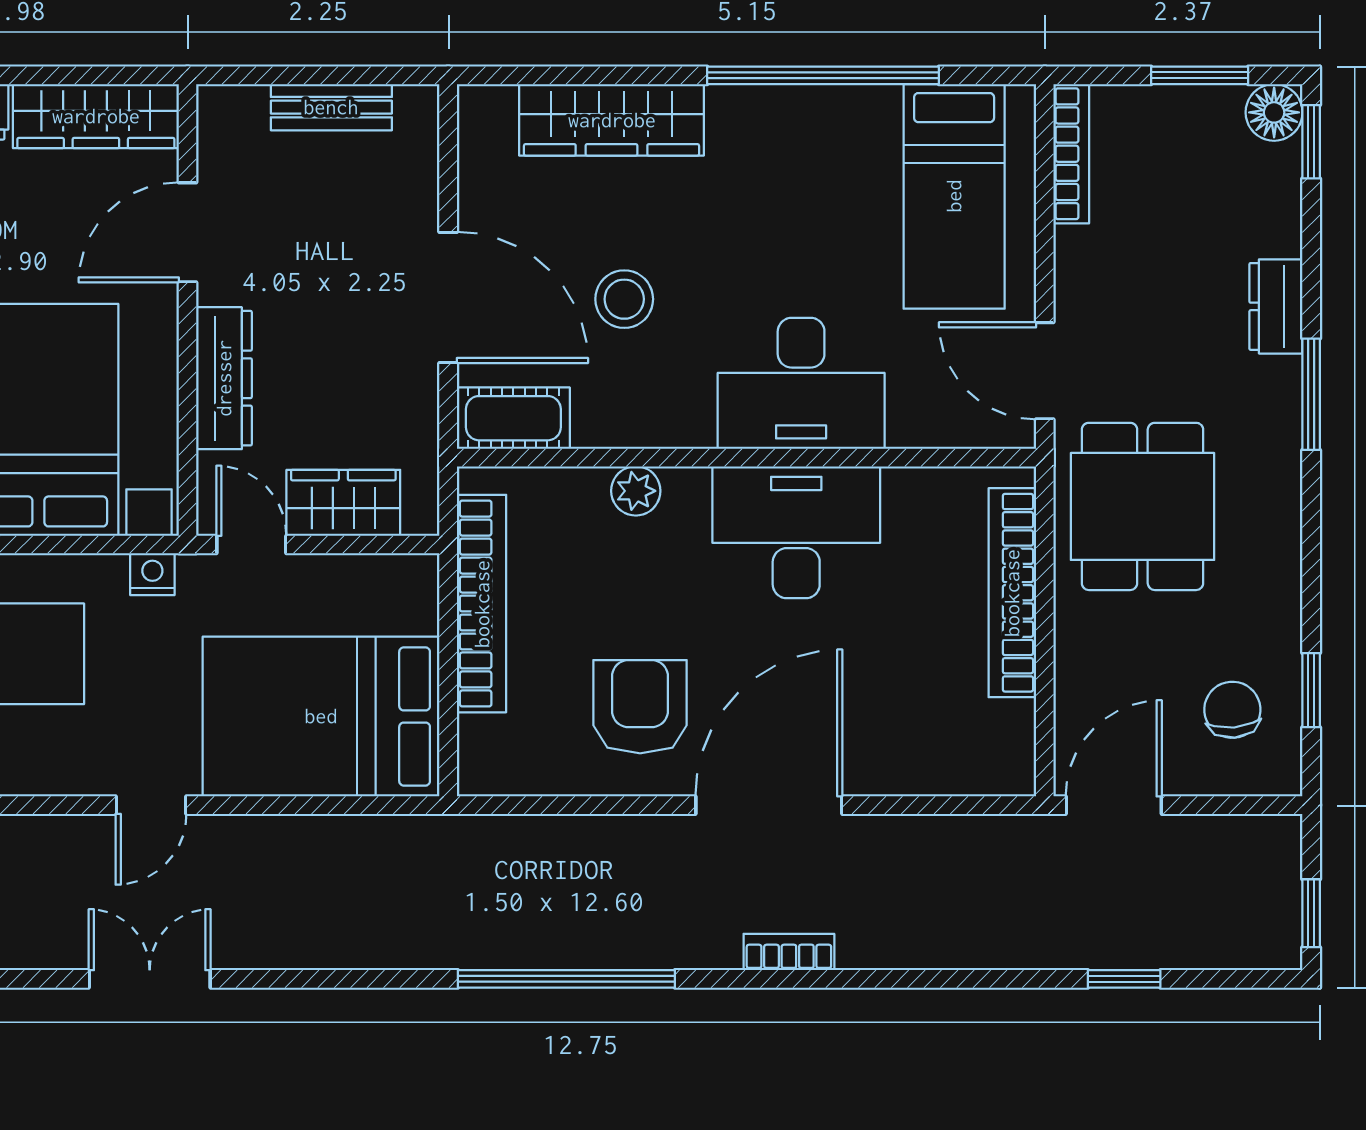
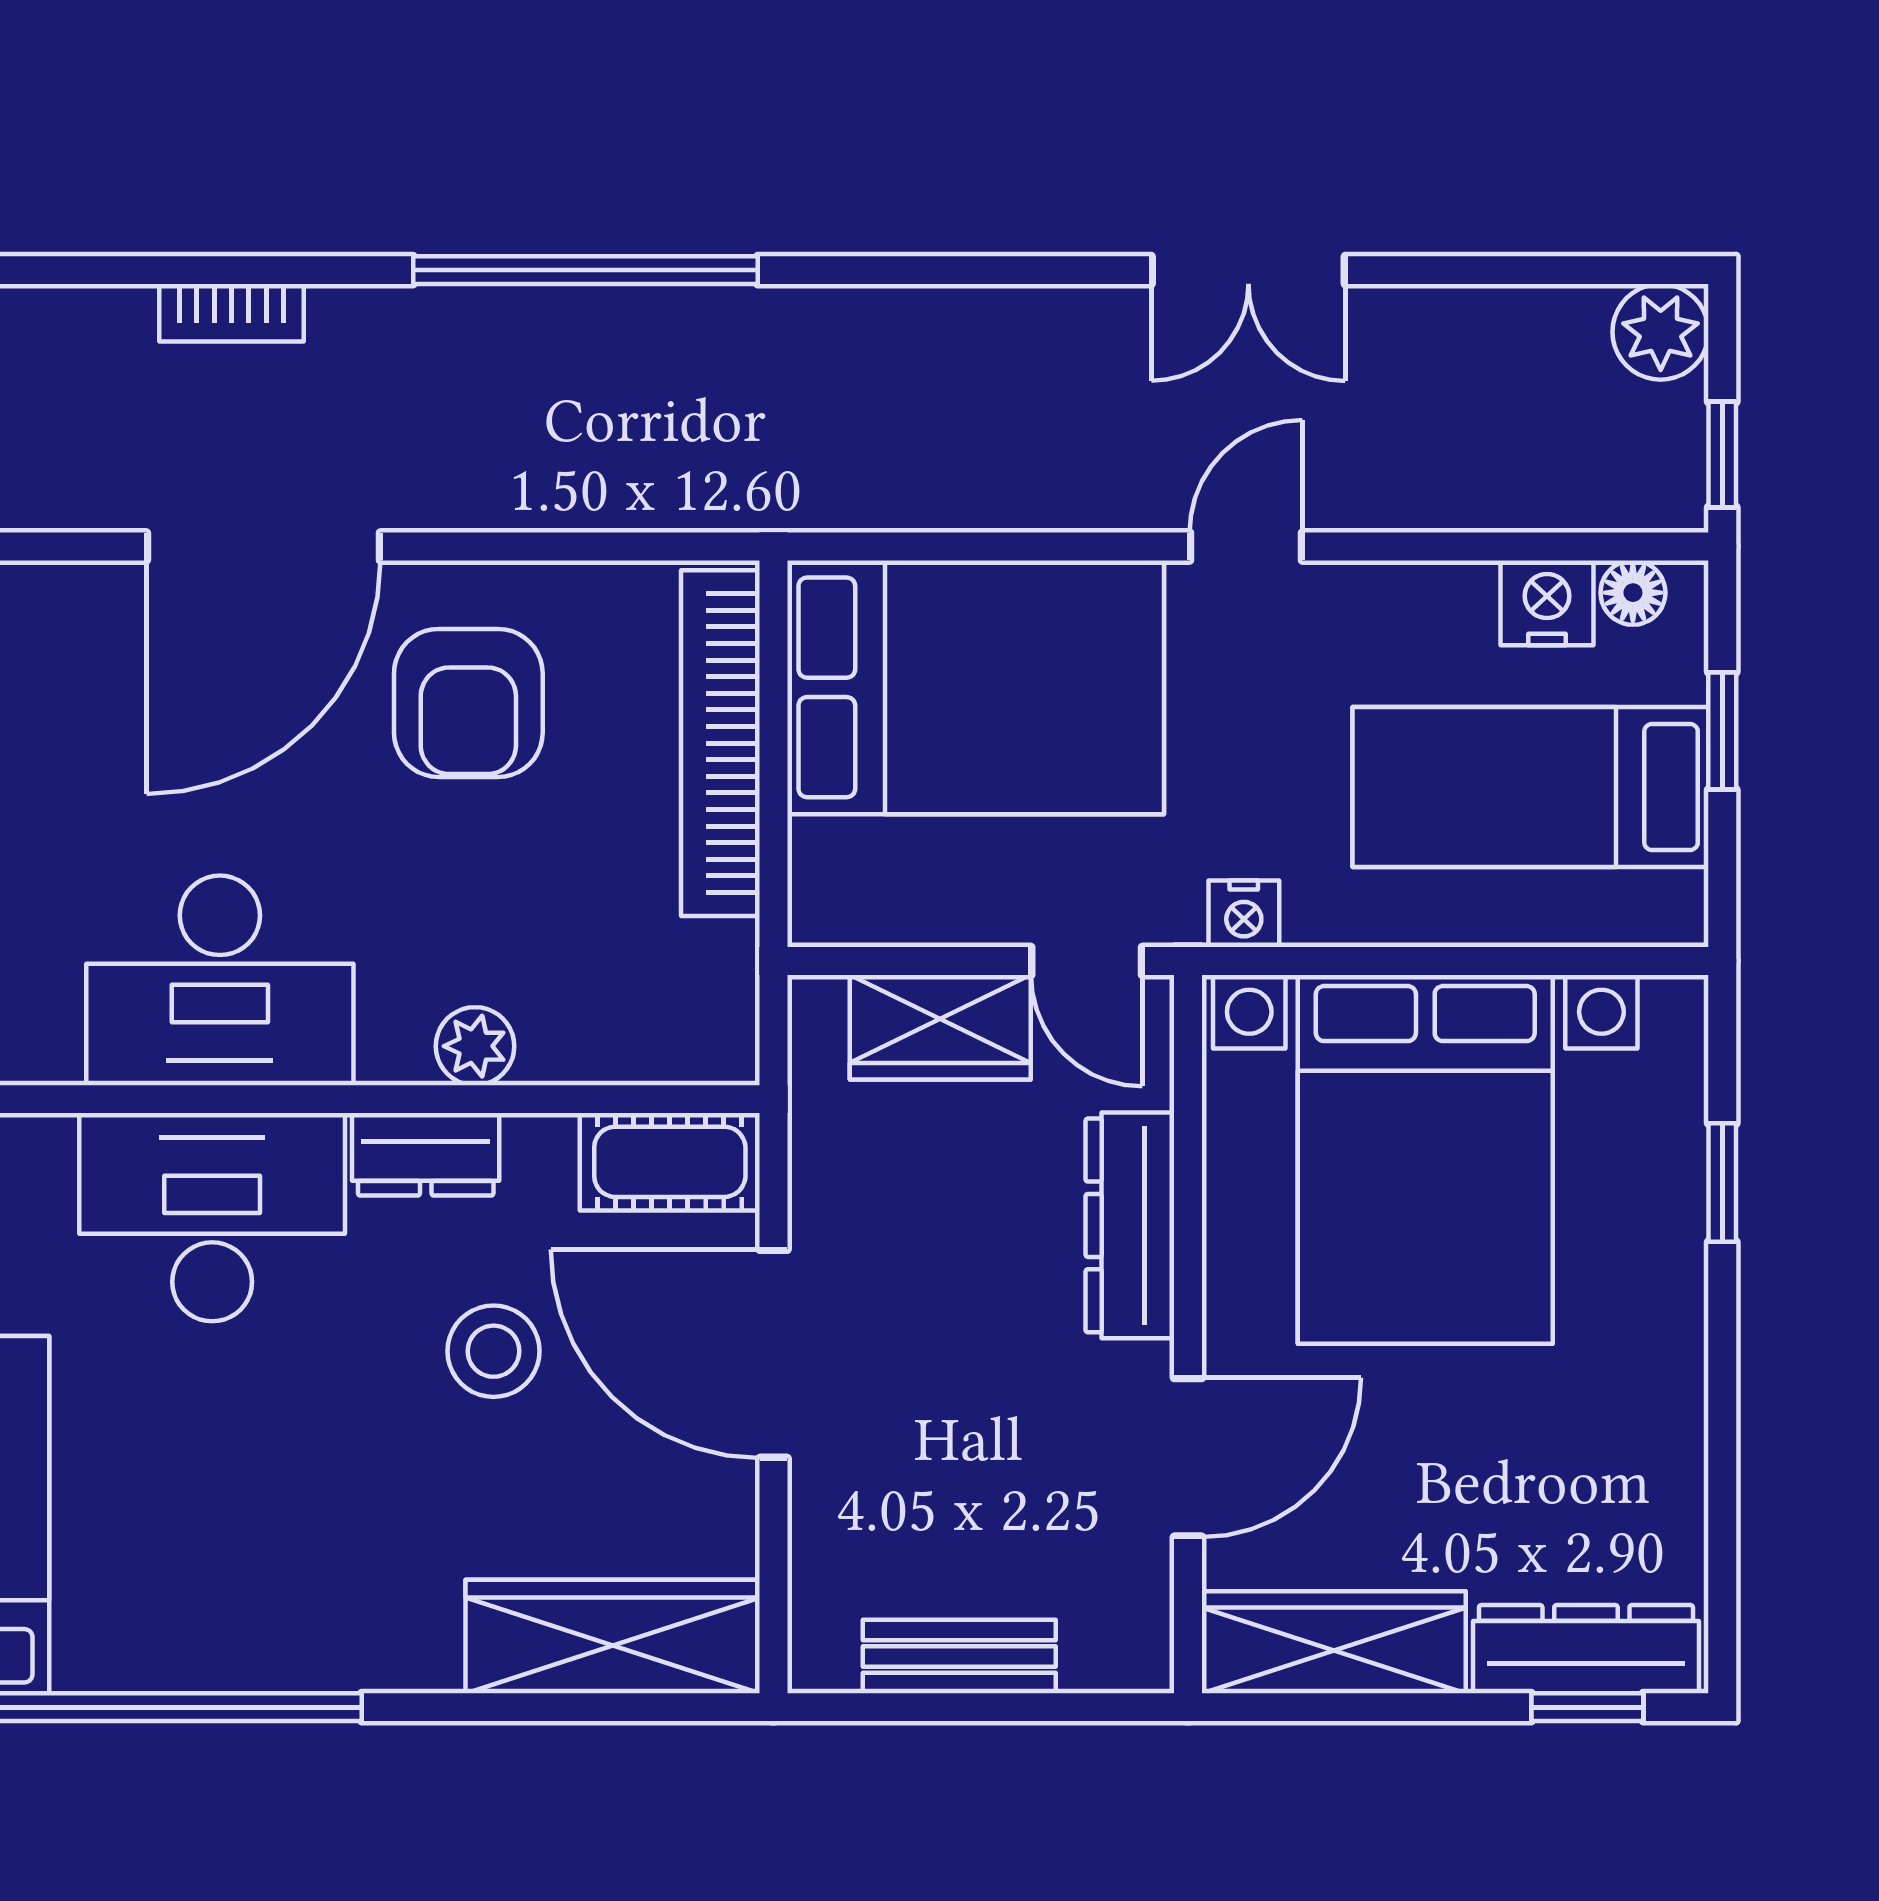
wardrobe: (612, 120) -> (613, 1636), moved
dresser: (667, 423) -> (426, 1154), added
bookcase: (482, 604) -> (720, 743), moved

